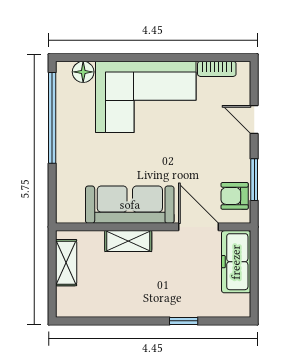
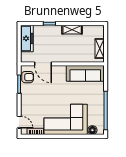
door: (254, 119) -> (19, 122), moved
sofa: (130, 205) -> (85, 73), moved
shelving: (128, 241) -> (72, 30), moved
freezer: (236, 262) -> (27, 38), moved

